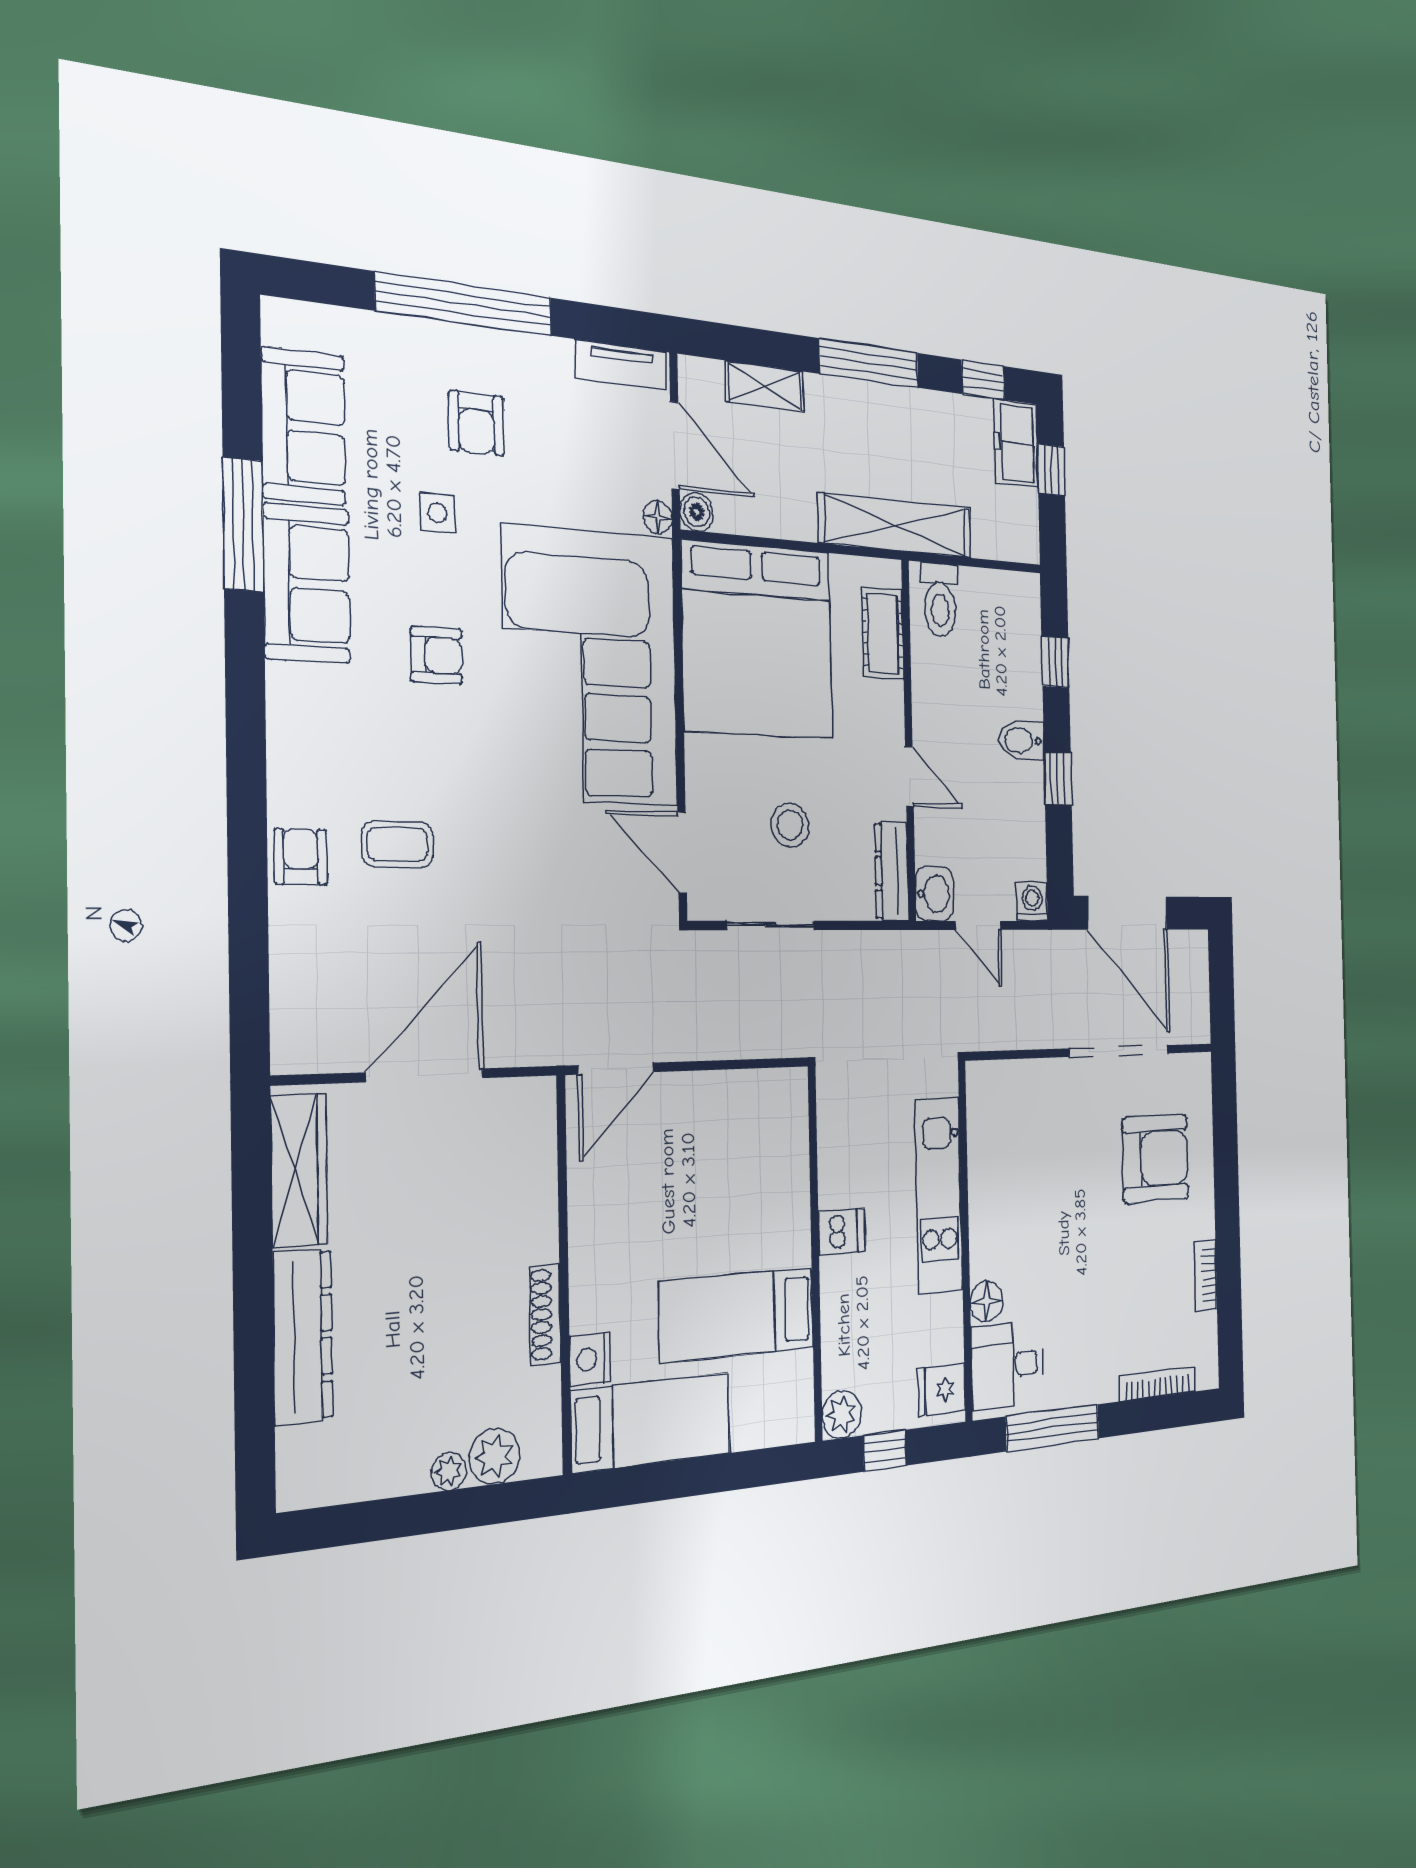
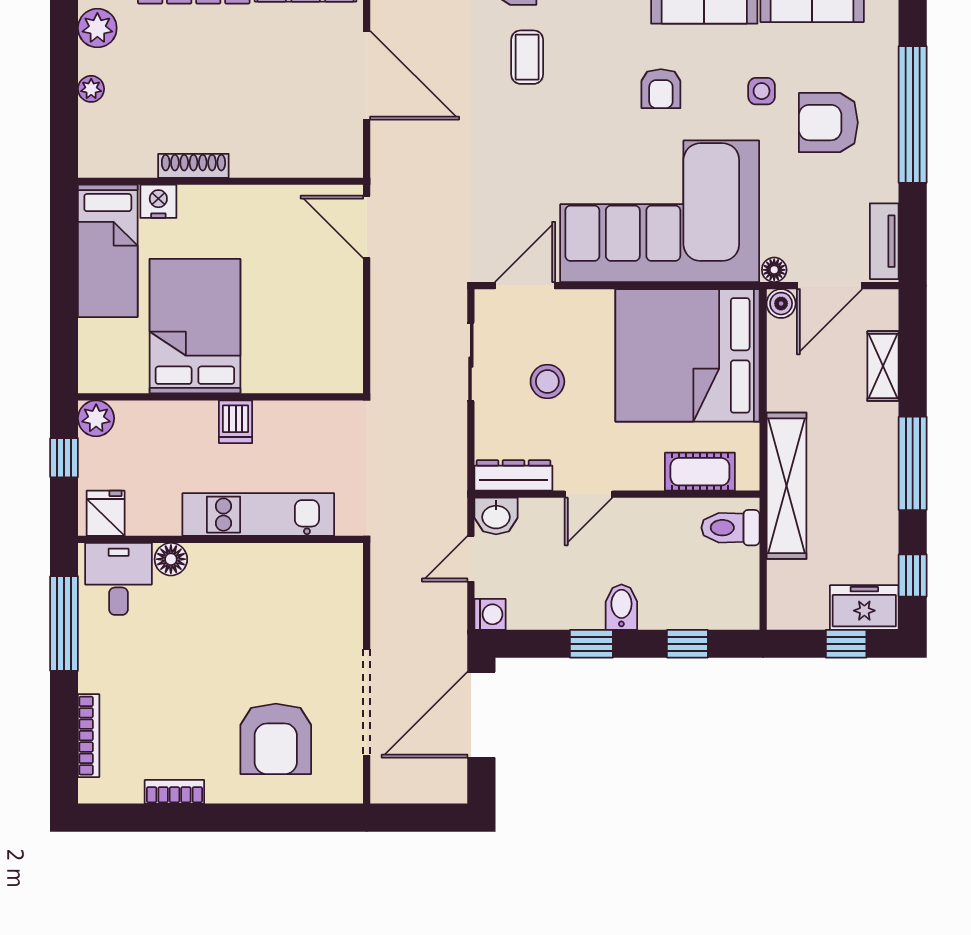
armchair: (477, 423) -> (828, 123), width x1.38, depth x1.38
bed: (737, 1315) -> (195, 326), width x1.50
plant: (495, 1456) -> (97, 28), moved

